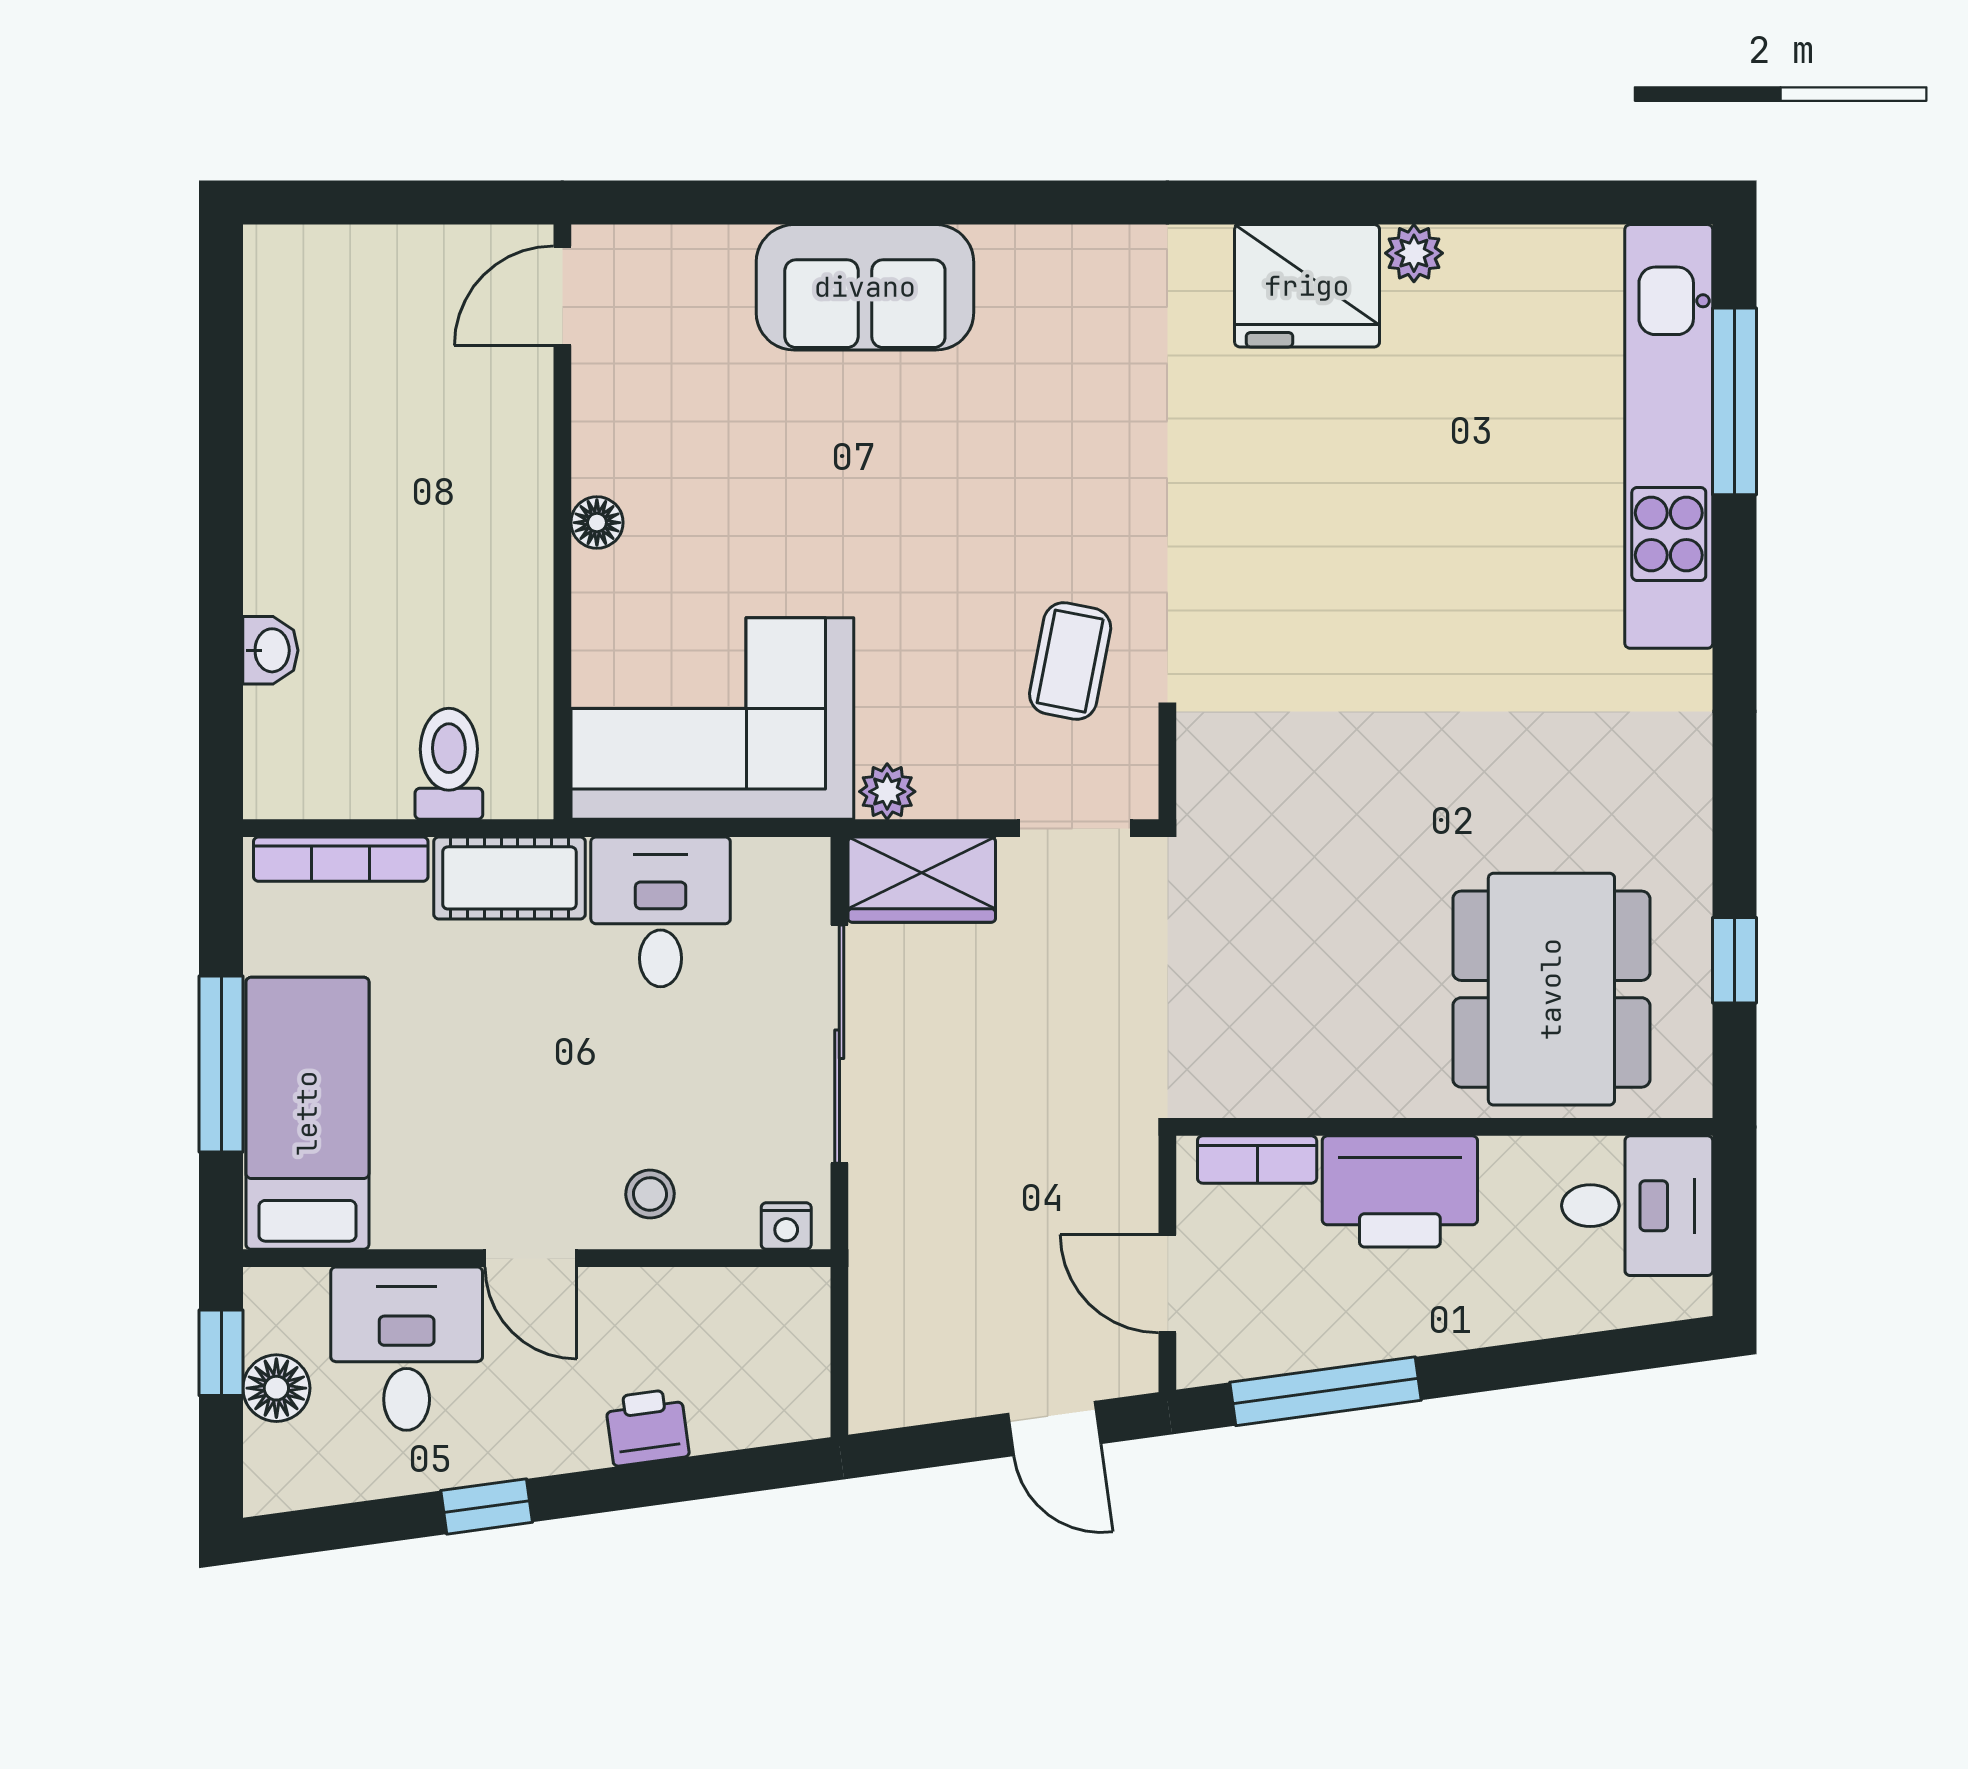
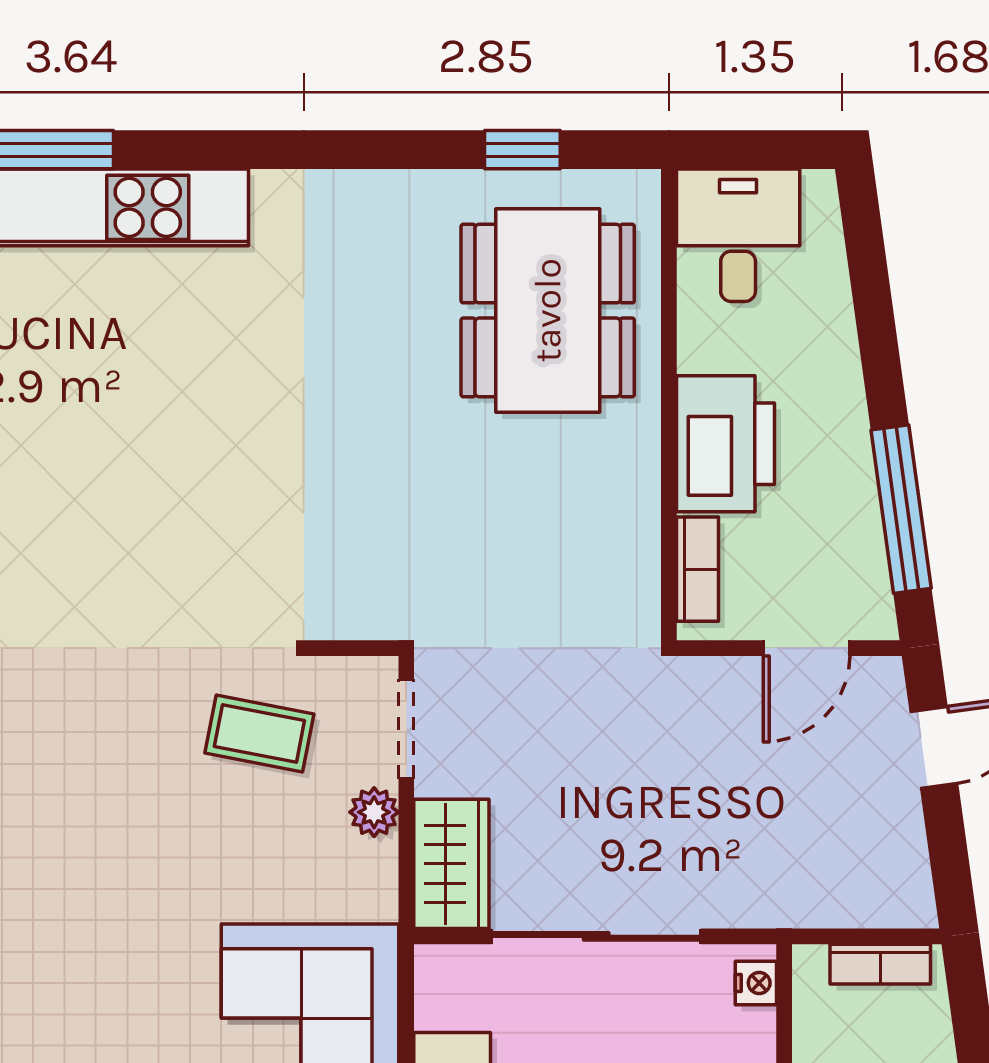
plant: (887, 792) -> (374, 812), moved
dining table: (1551, 989) -> (548, 310), turned 90
bookcase: (808, 1368) -> (880, 964), added

